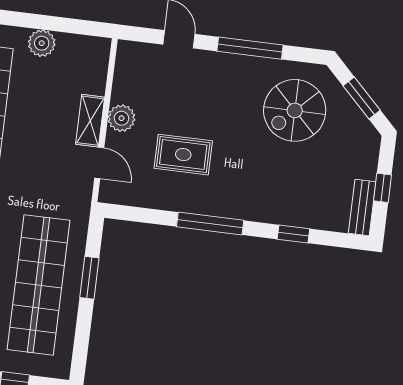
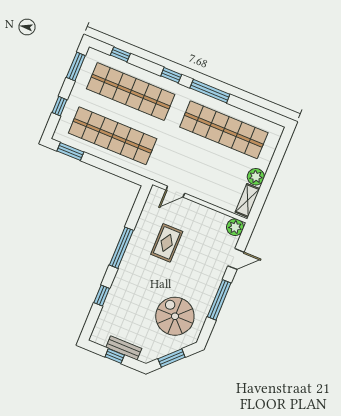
plant: (122, 118) -> (235, 227), moved
shelving: (90, 121) -> (248, 200), moved, turned 90
bench: (362, 208) -> (124, 348), moved
window: (89, 278) -> (70, 152), moved

